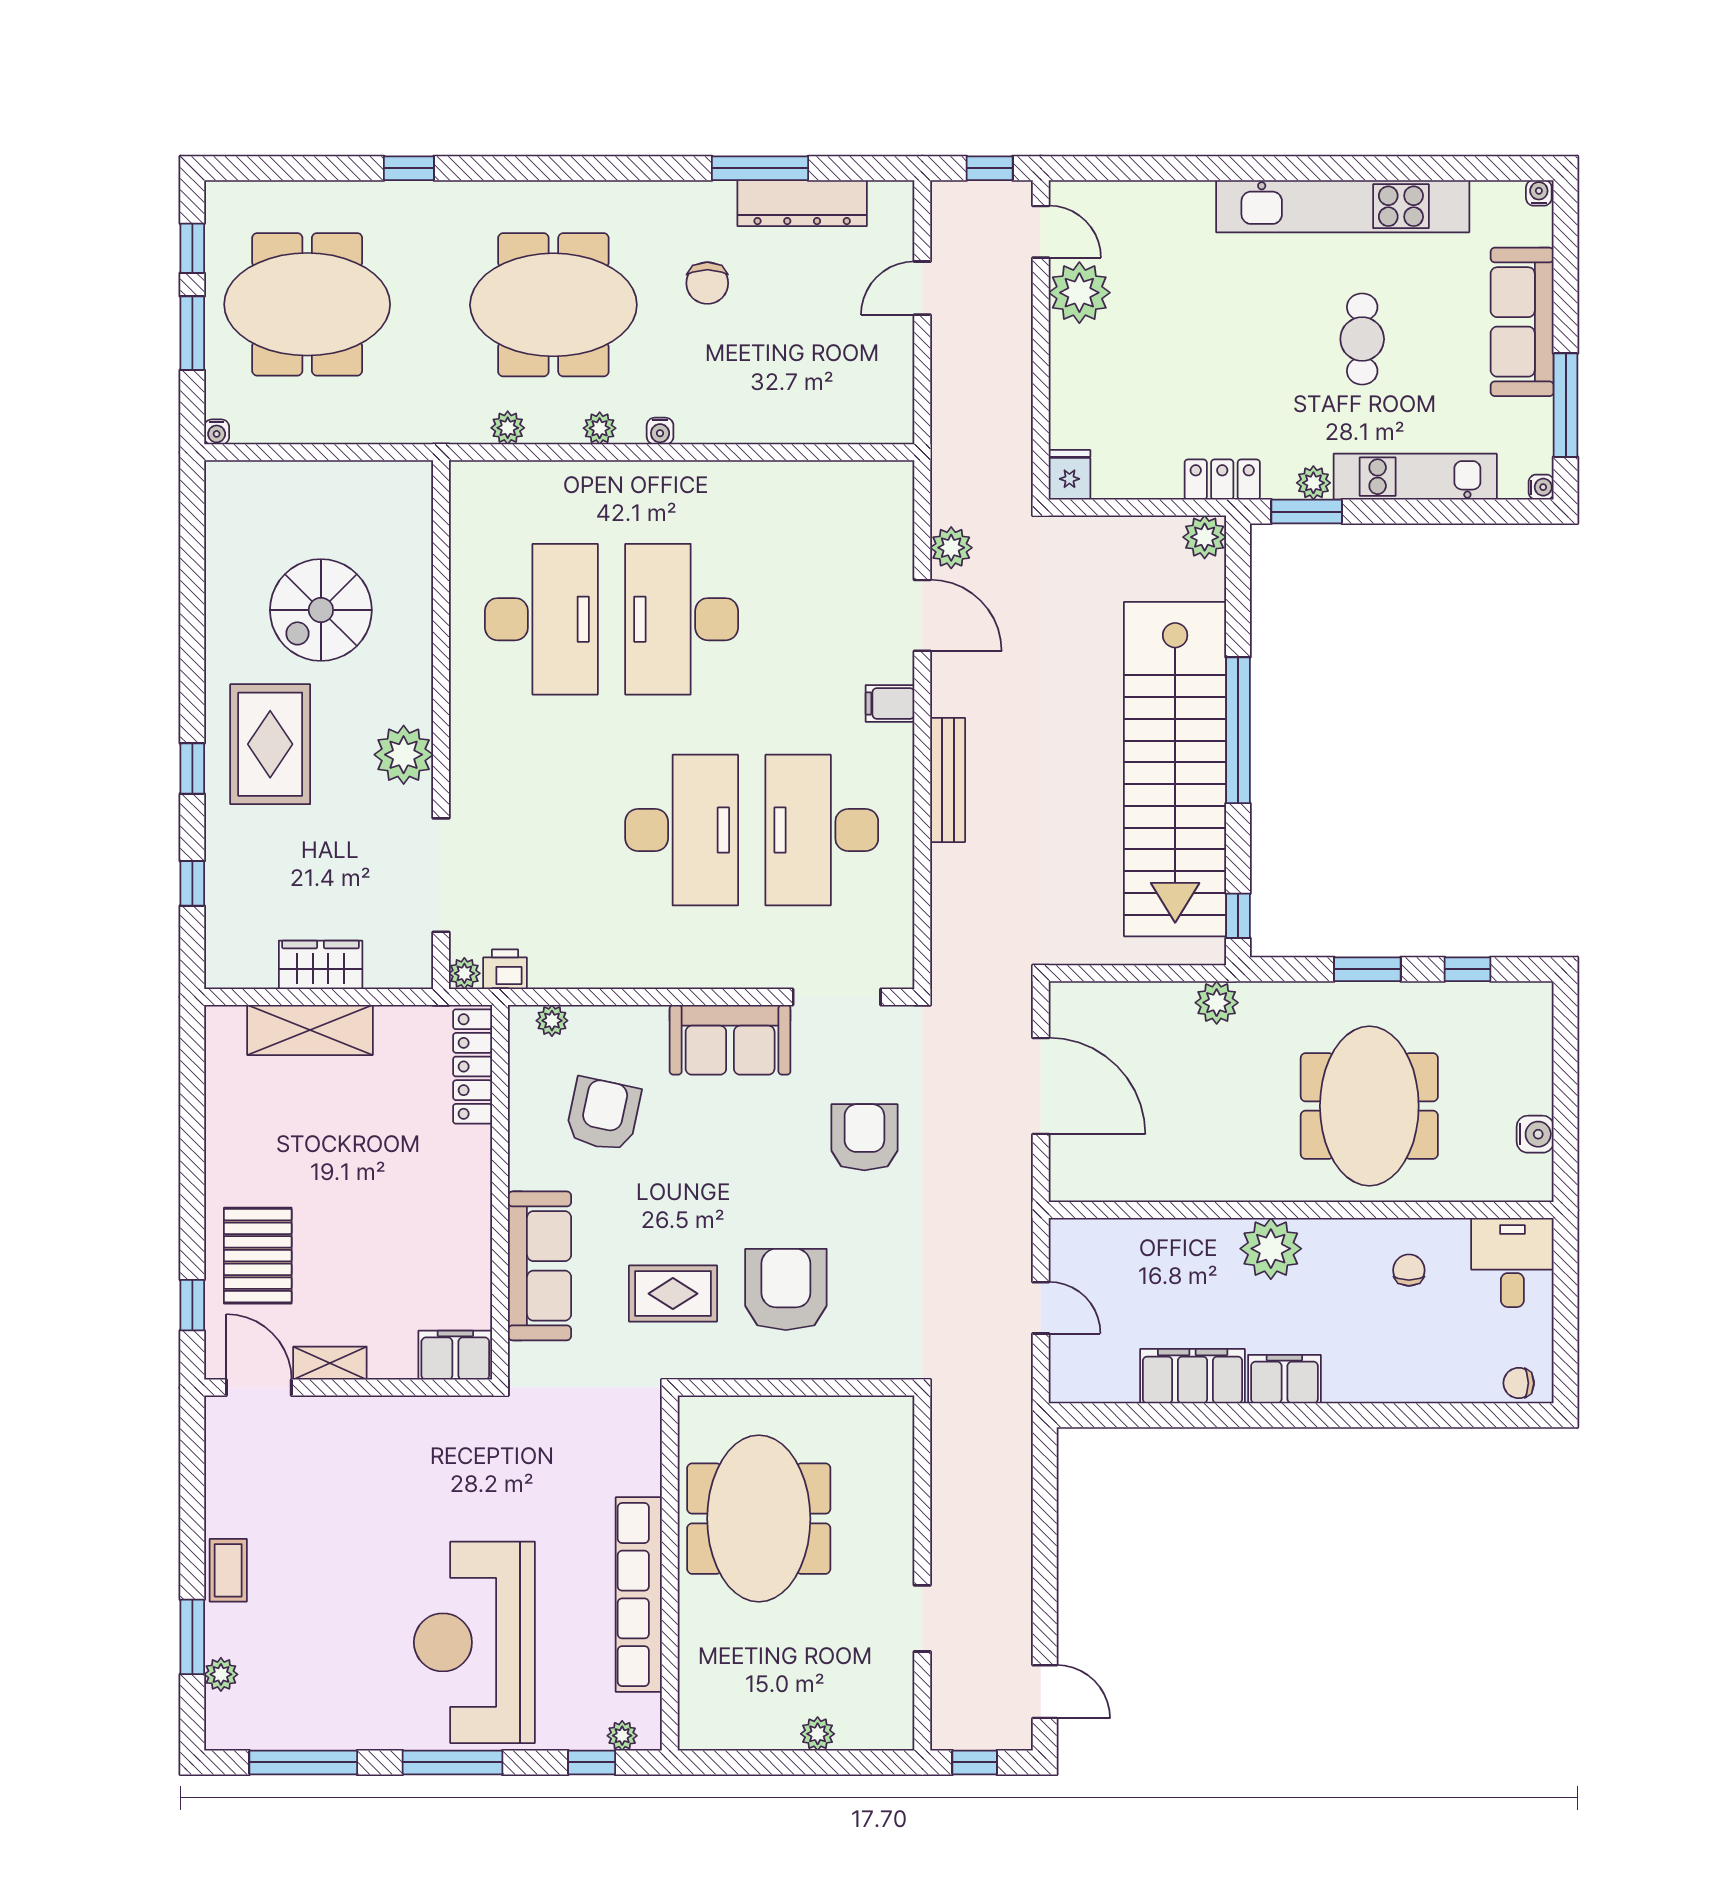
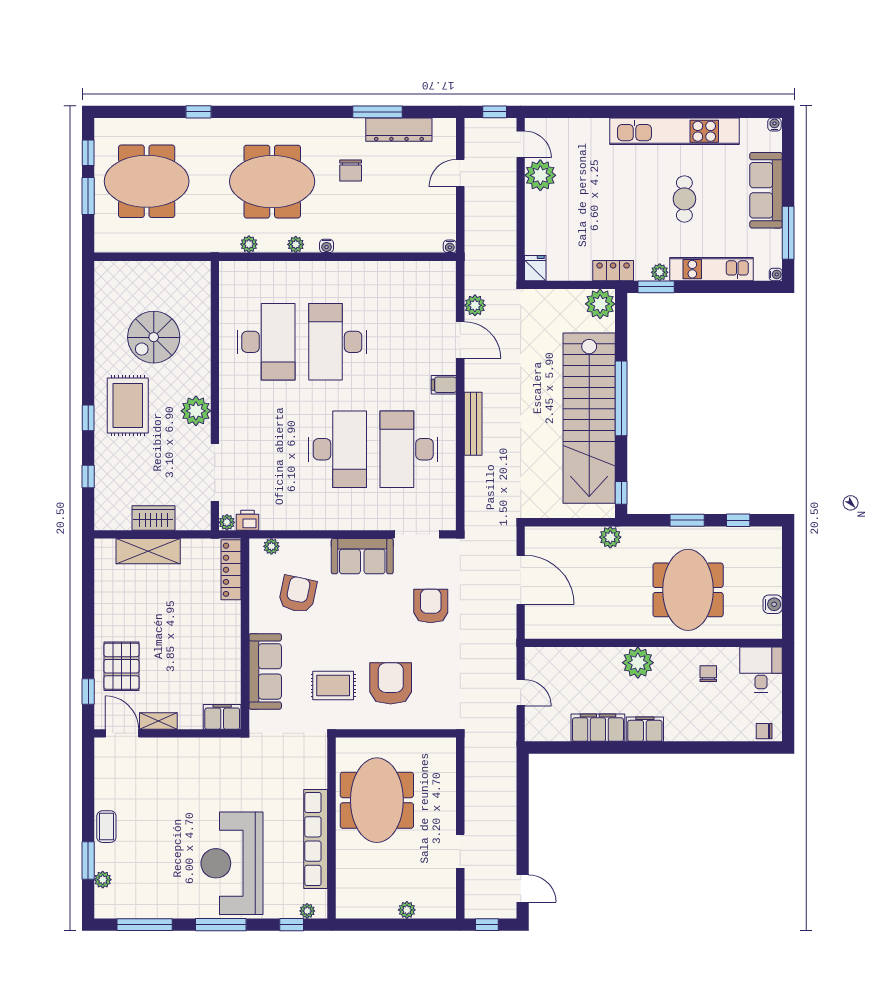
water cooler: (217, 432) -> (450, 246), moved
plant: (1205, 537) -> (600, 304), width x1.36, depth x1.36

